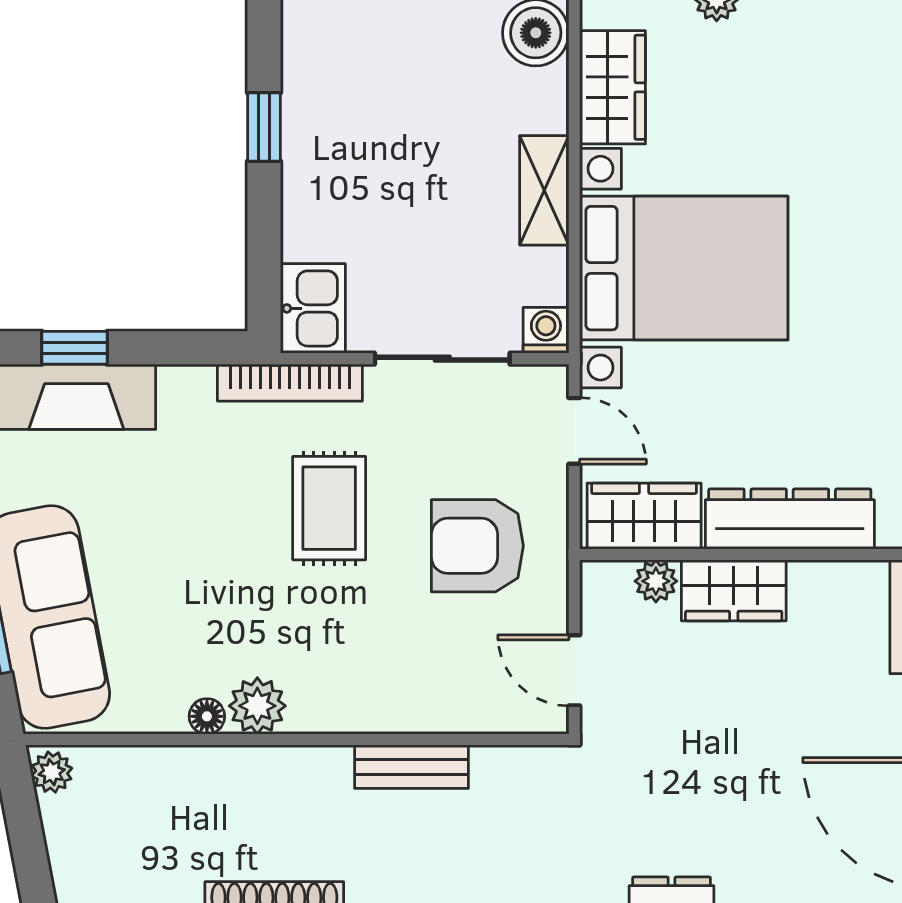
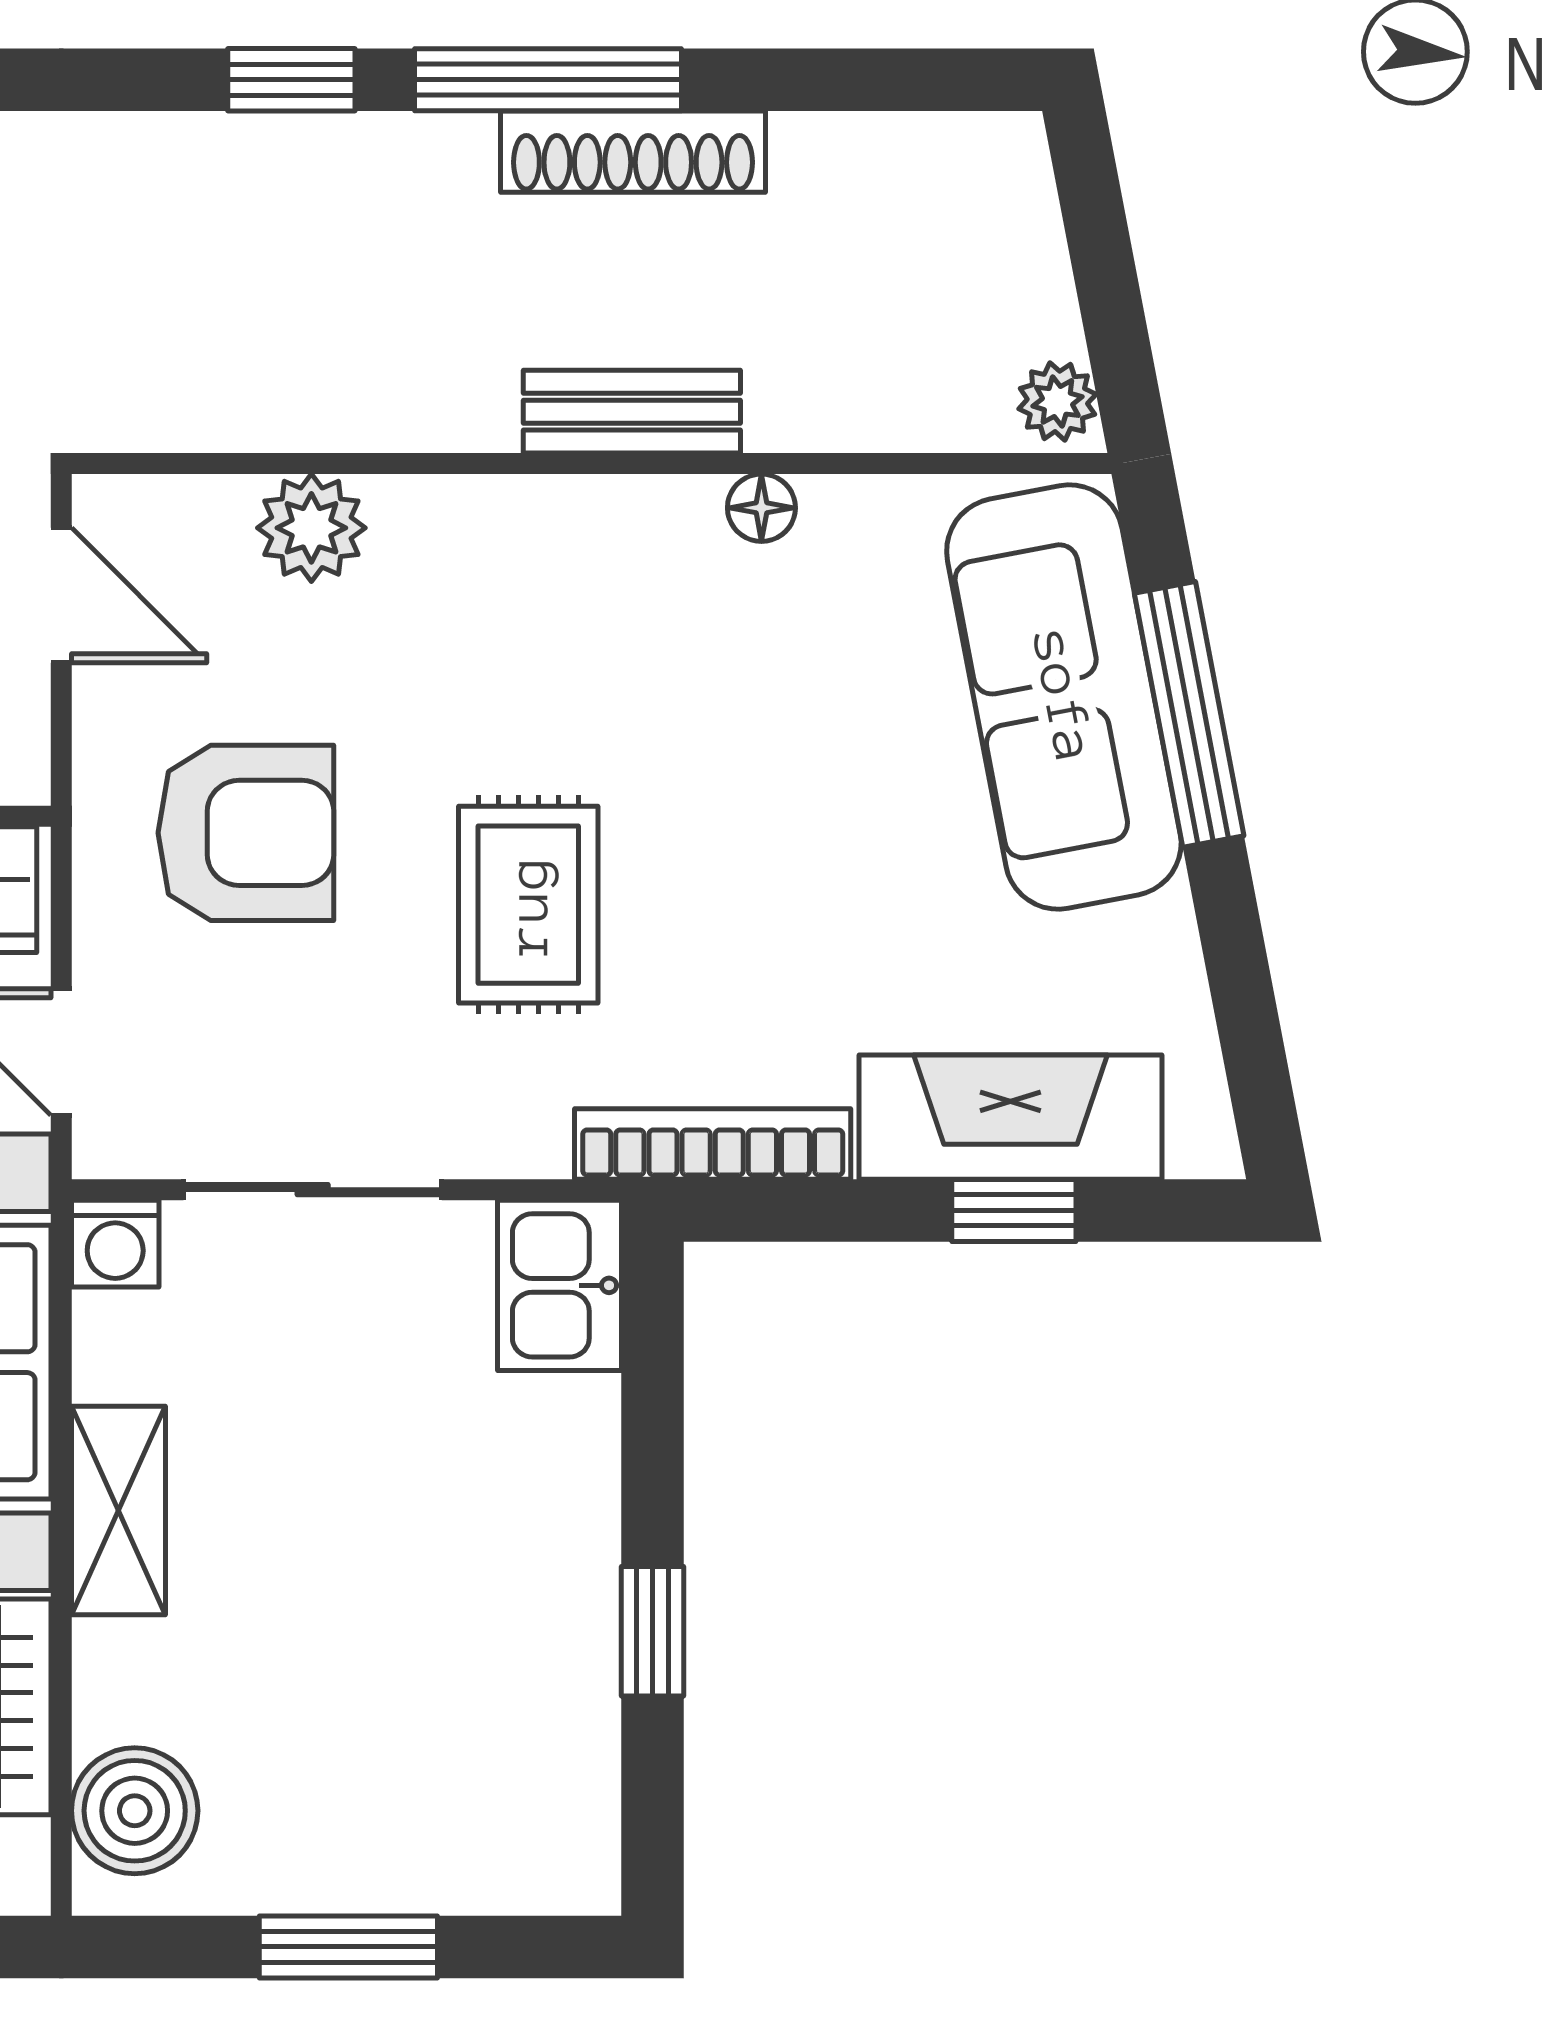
bookcase: (290, 383) -> (713, 1144), moved
plant: (257, 706) -> (311, 528), moved
bench: (411, 767) -> (632, 412), moved

